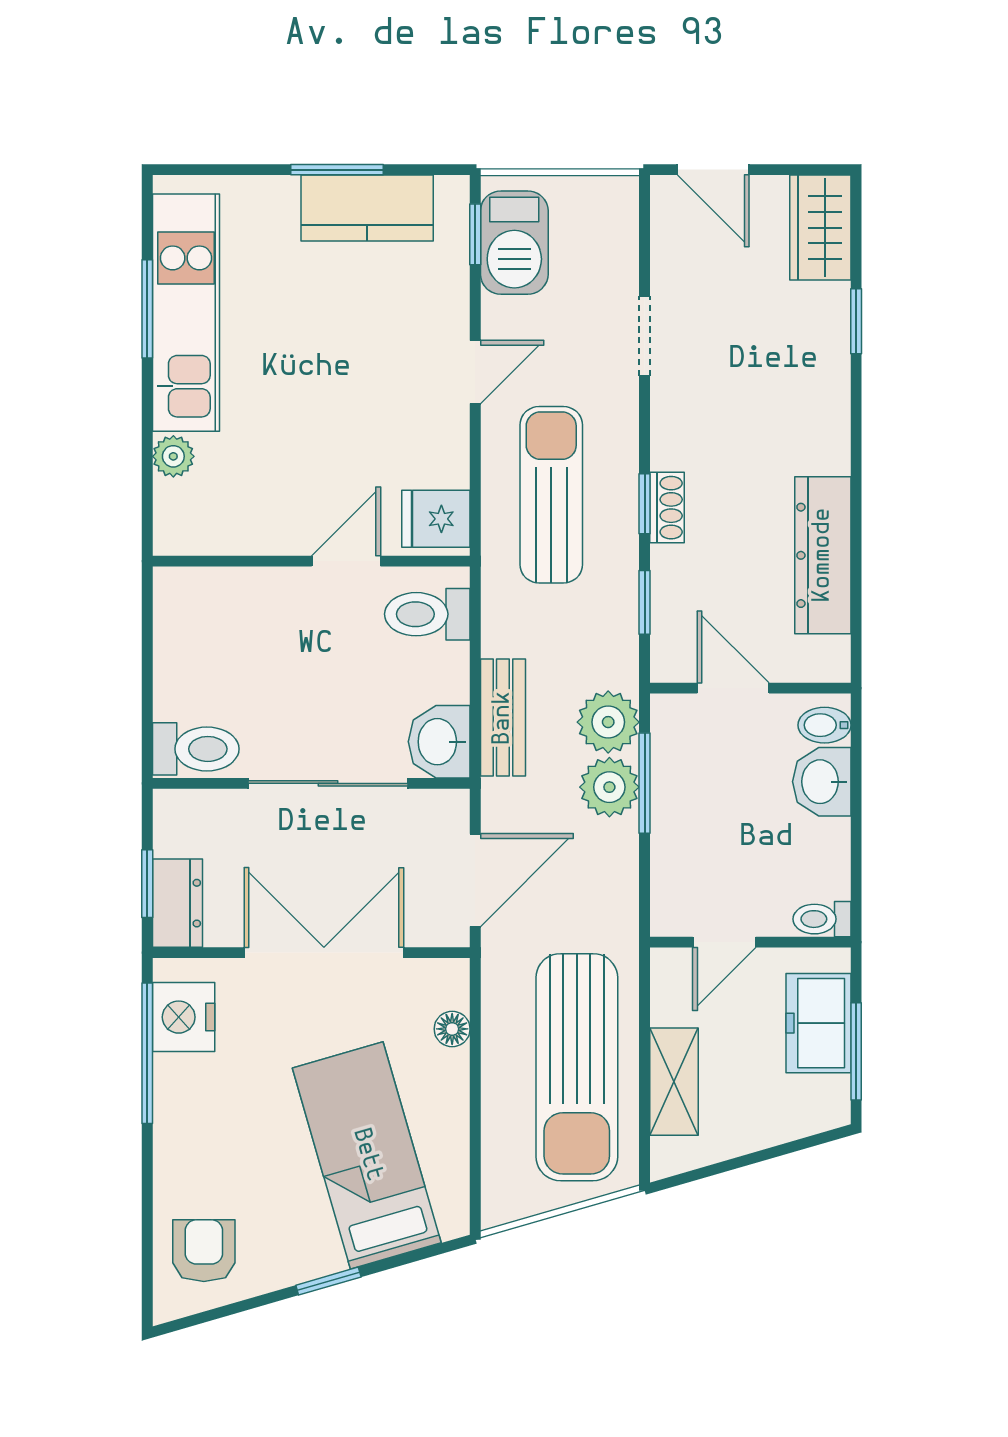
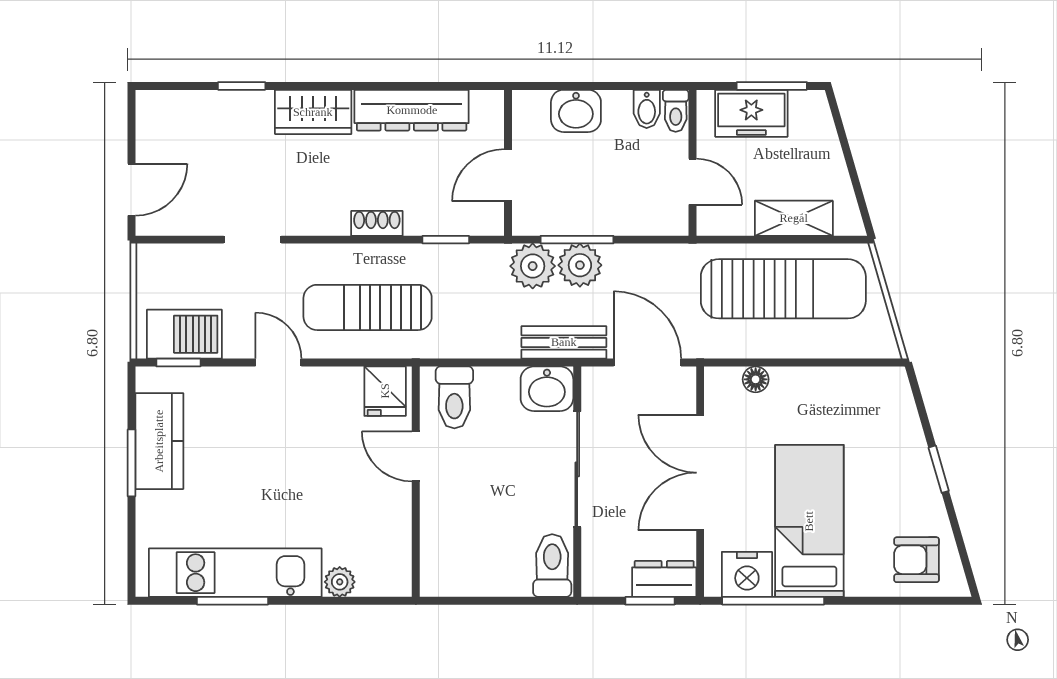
wardrobe: (820, 228) -> (313, 112), moved
window: (645, 504) -> (374, 240), removed
bench: (503, 718) -> (564, 342), moved
bidet: (824, 725) -> (647, 109), moved
bed: (367, 1155) -> (809, 521), moved, turned 106

